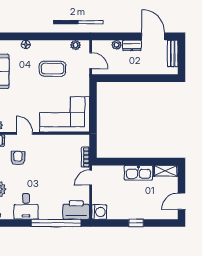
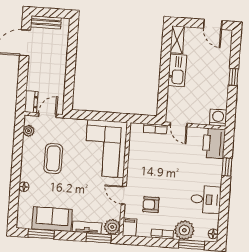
plant: (117, 45) -> (32, 85), removed
dresser: (132, 45) -> (31, 102), moved
door: (25, 133) -> (124, 195), hinge flipped
window: (56, 223) -> (227, 167), width x0.32

